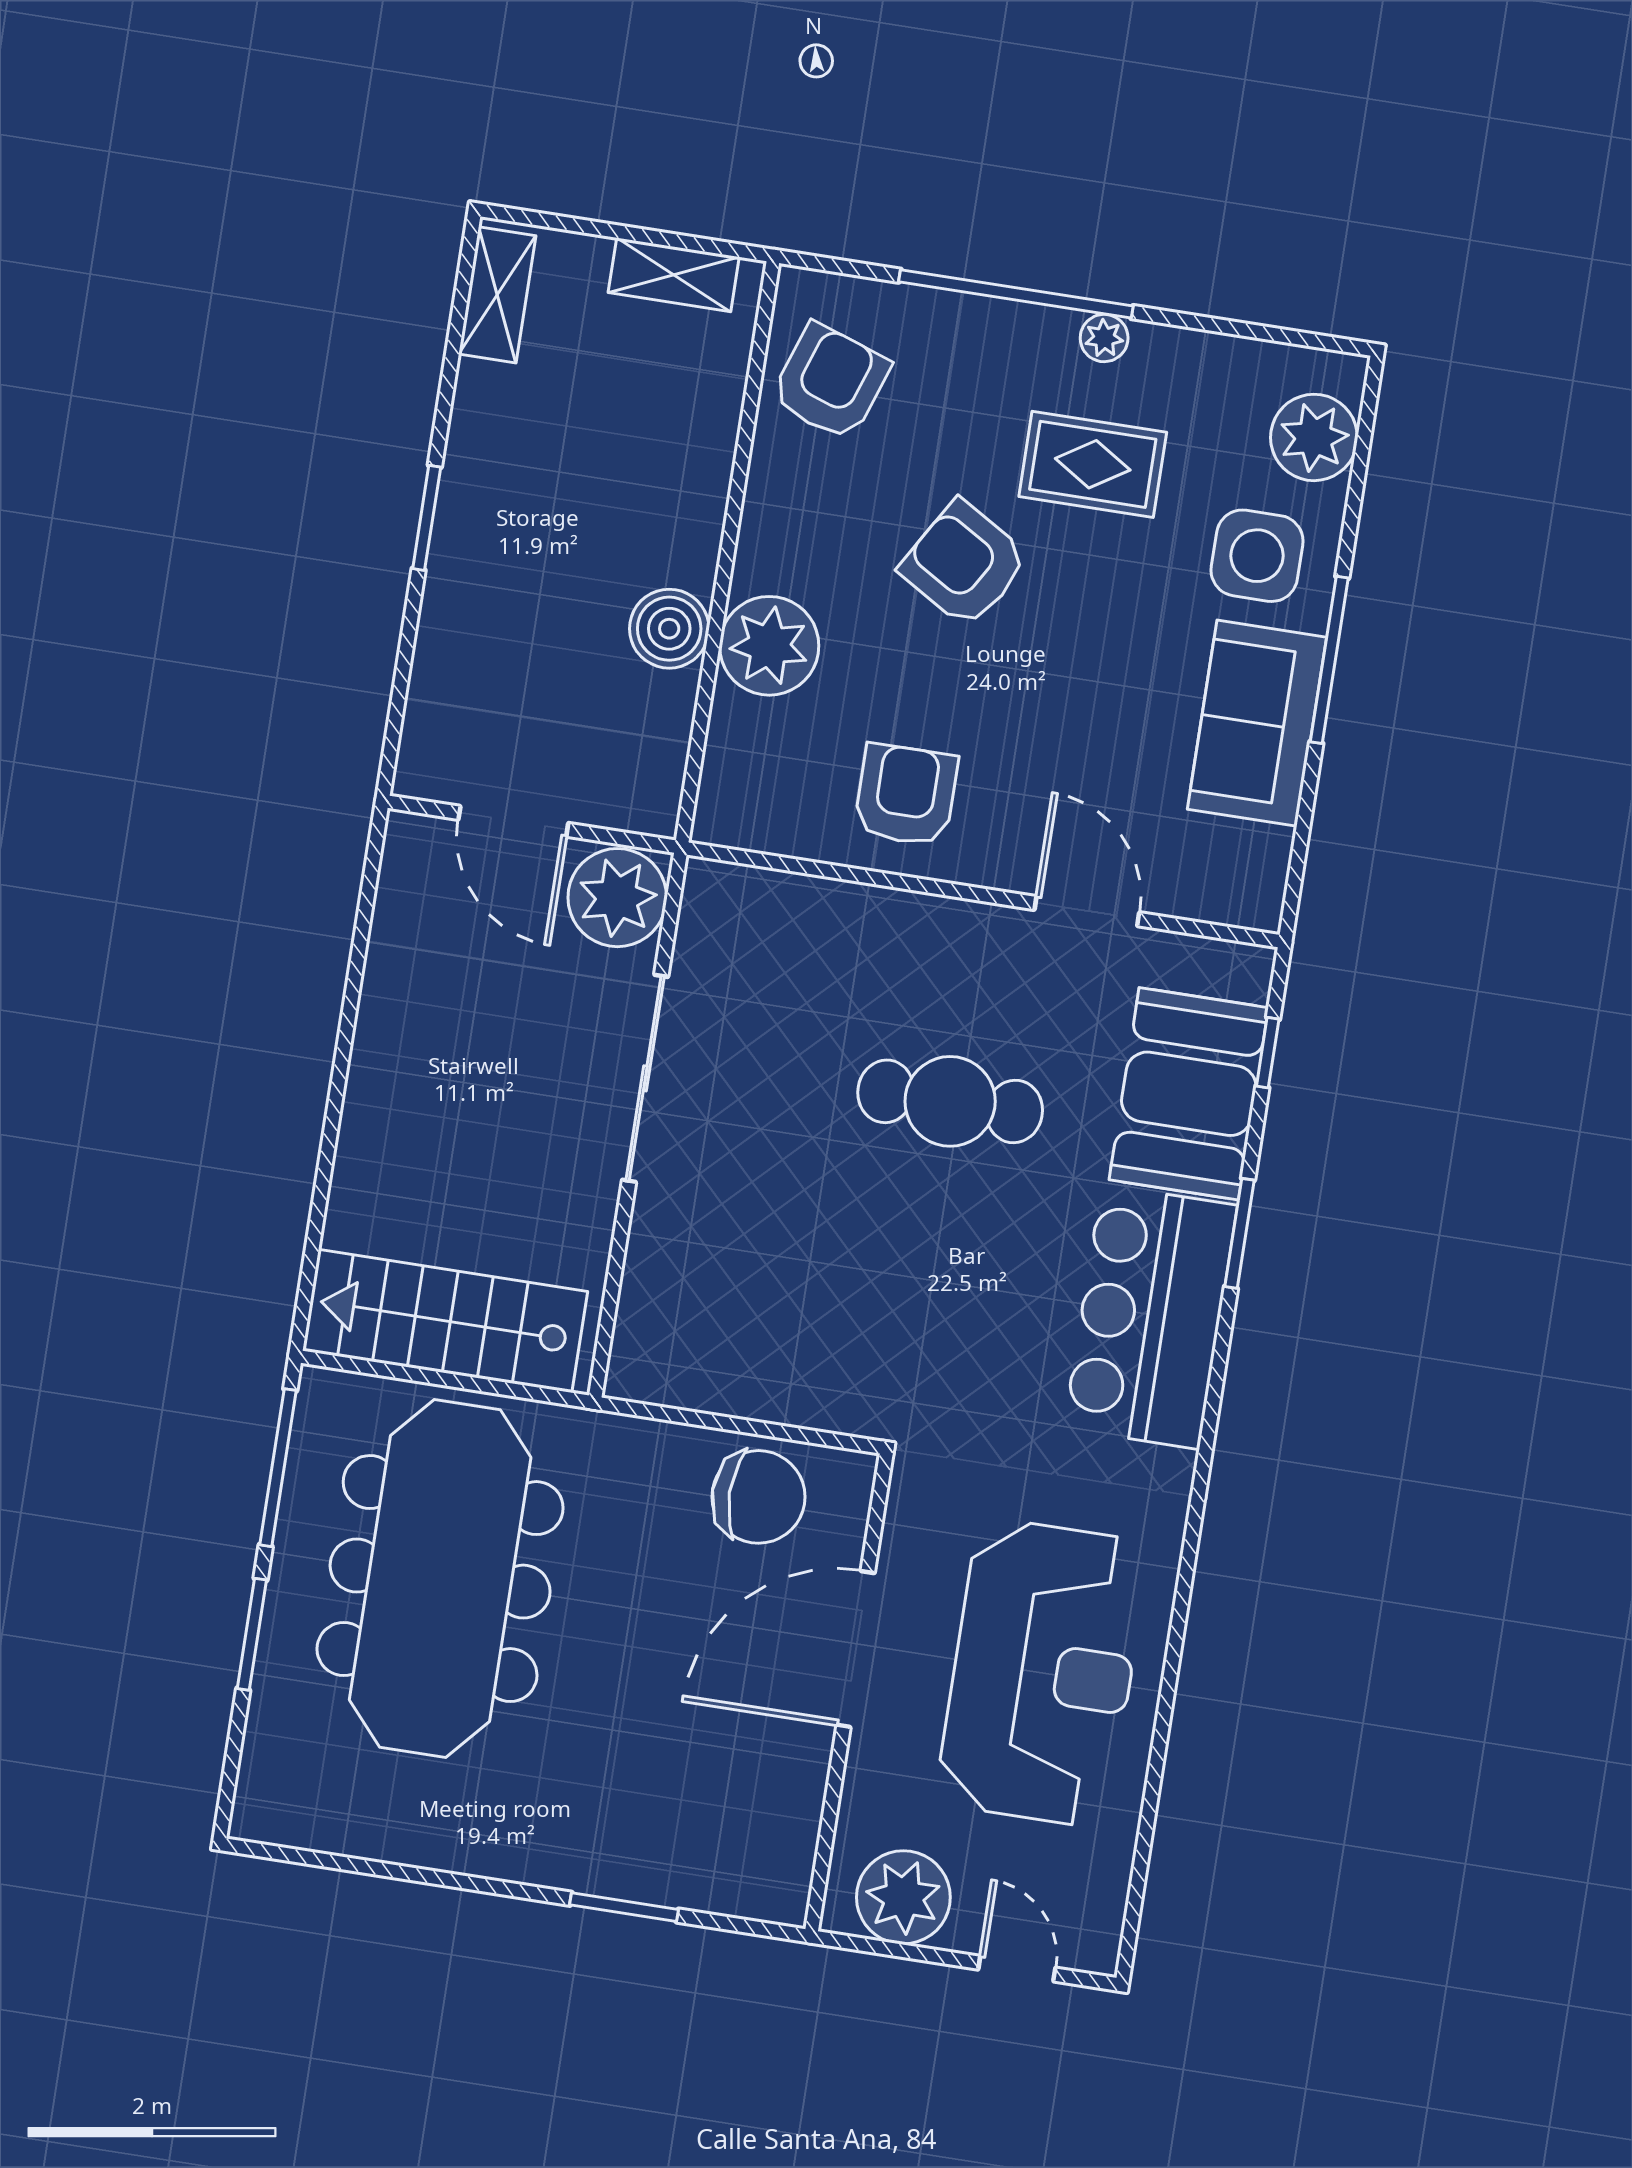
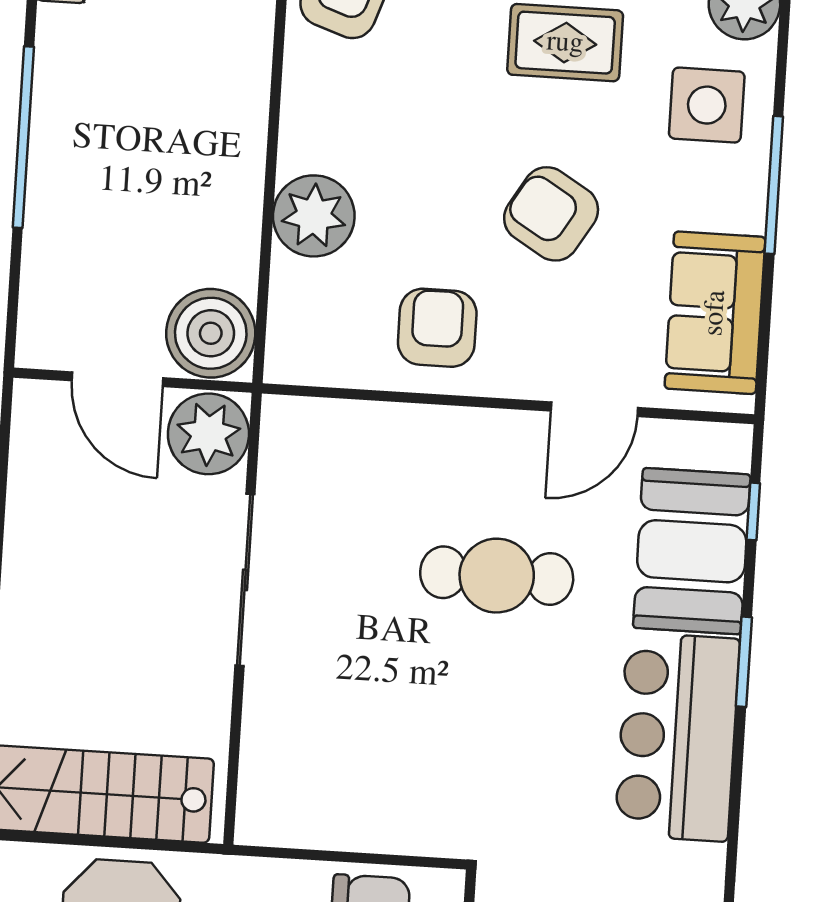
window: (427, 518) -> (23, 137), width x2.11
armchair: (964, 564) -> (551, 214), moved
boiler: (669, 629) -> (211, 333), moved, width x1.37, depth x1.37
sofa: (1257, 723) -> (715, 313), moved
door: (1087, 911) -> (594, 409), swing flipped

